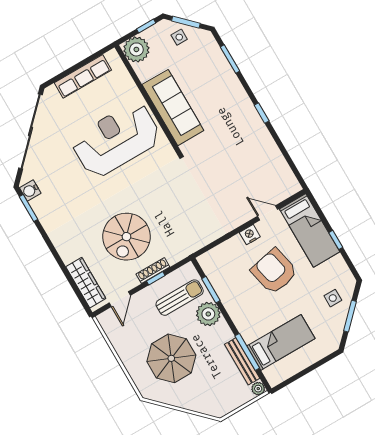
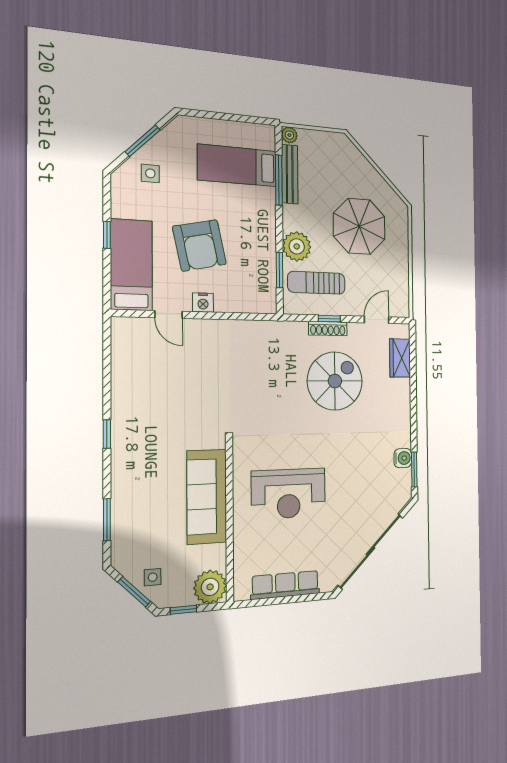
reception desk: (116, 140) -> (289, 494), width x0.74, depth x0.77
water cooler: (30, 190) -> (403, 458), moved
wardrobe: (86, 283) -> (400, 358), width x0.67

